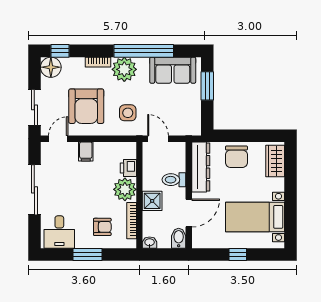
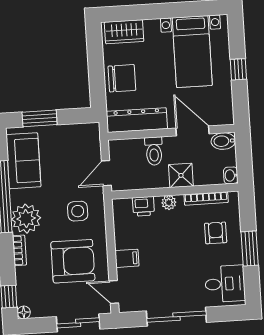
floor lamp: (51, 67) -> (24, 312), width x0.53, depth x0.53
plant: (125, 189) -> (169, 203), width x0.53, depth x0.53

